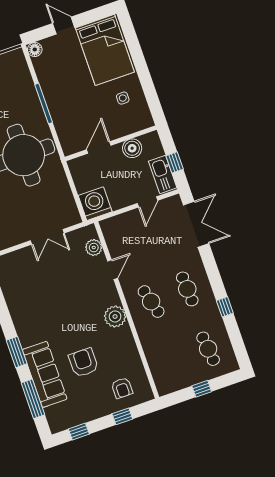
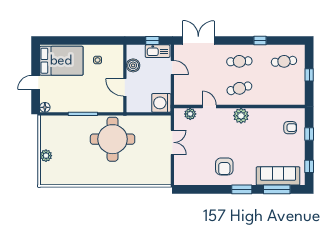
armchair: (83, 363) -> (224, 166), moved, turned -90
sofa: (45, 374) -> (278, 176), moved

